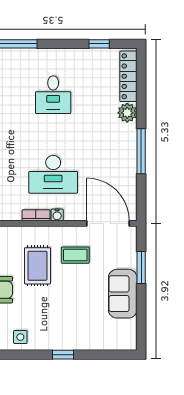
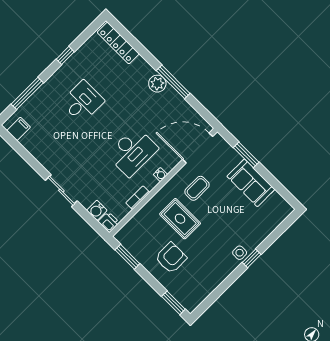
window: (99, 44) -> (65, 55), moved
desk: (53, 95) -> (83, 102), turned -90
plant: (127, 113) -> (157, 84), moved
bookcase: (36, 215) -> (138, 198), moved
side table: (20, 337) -> (240, 253), moved

